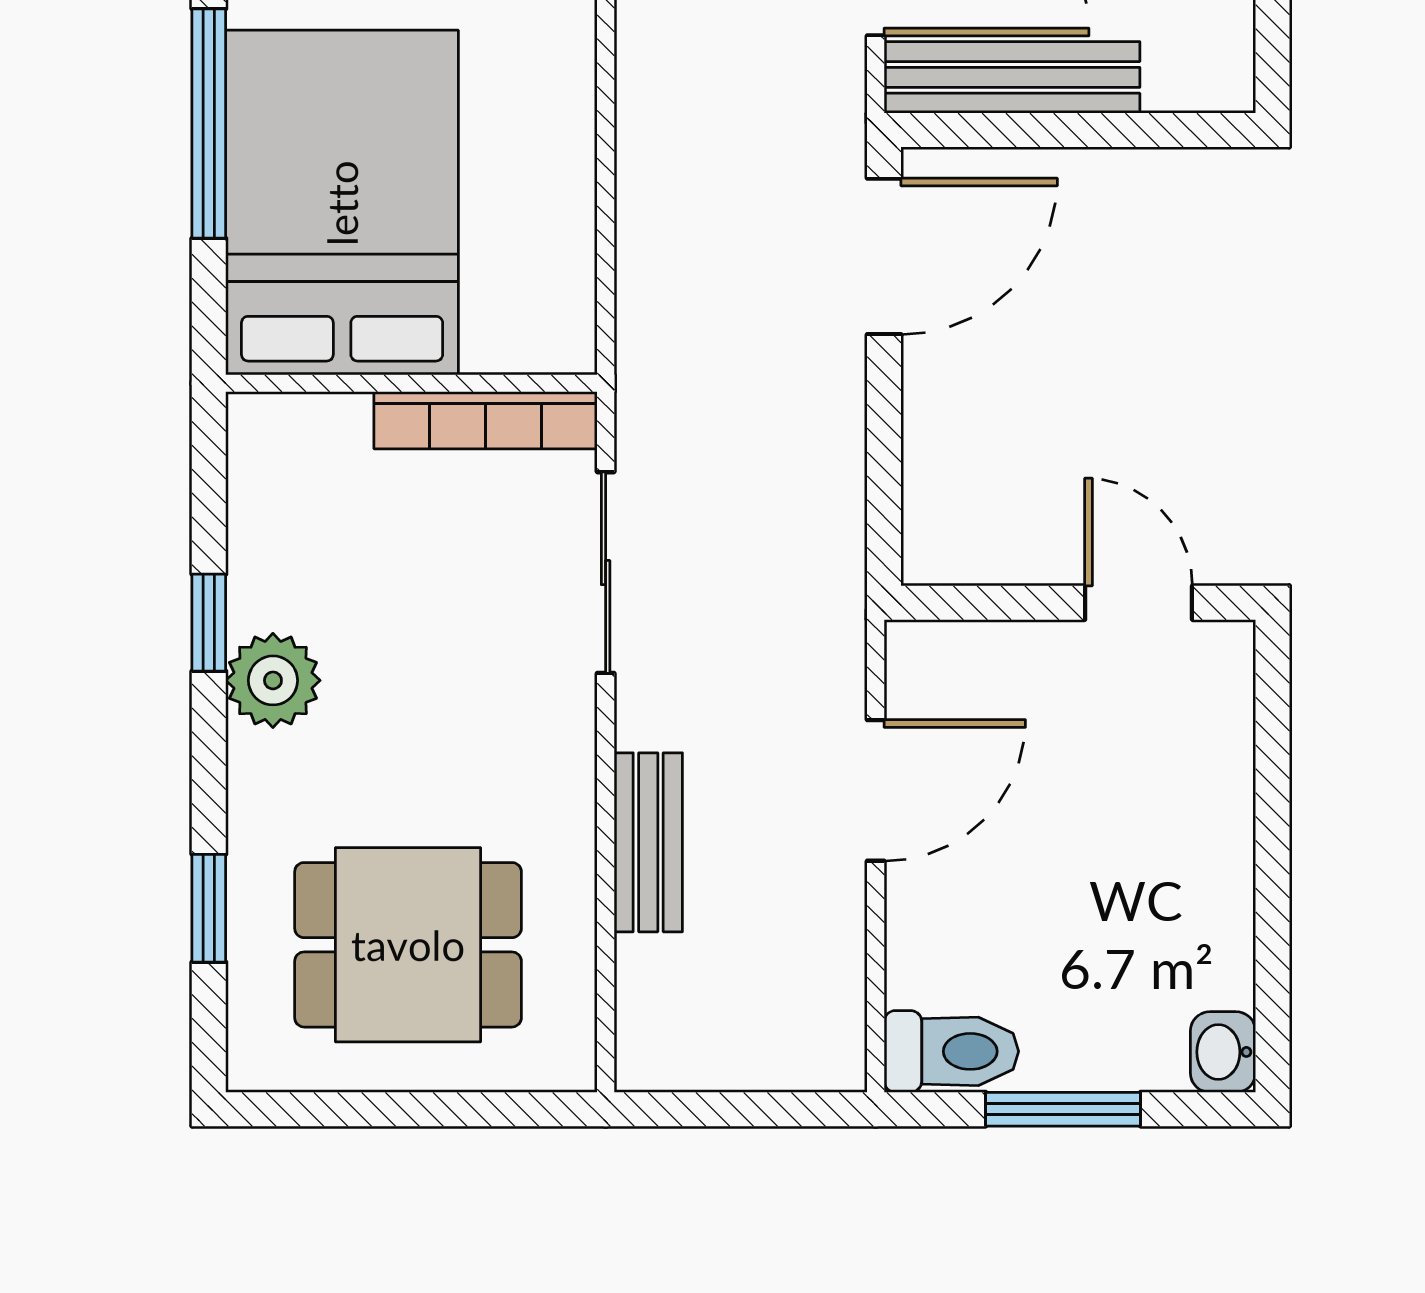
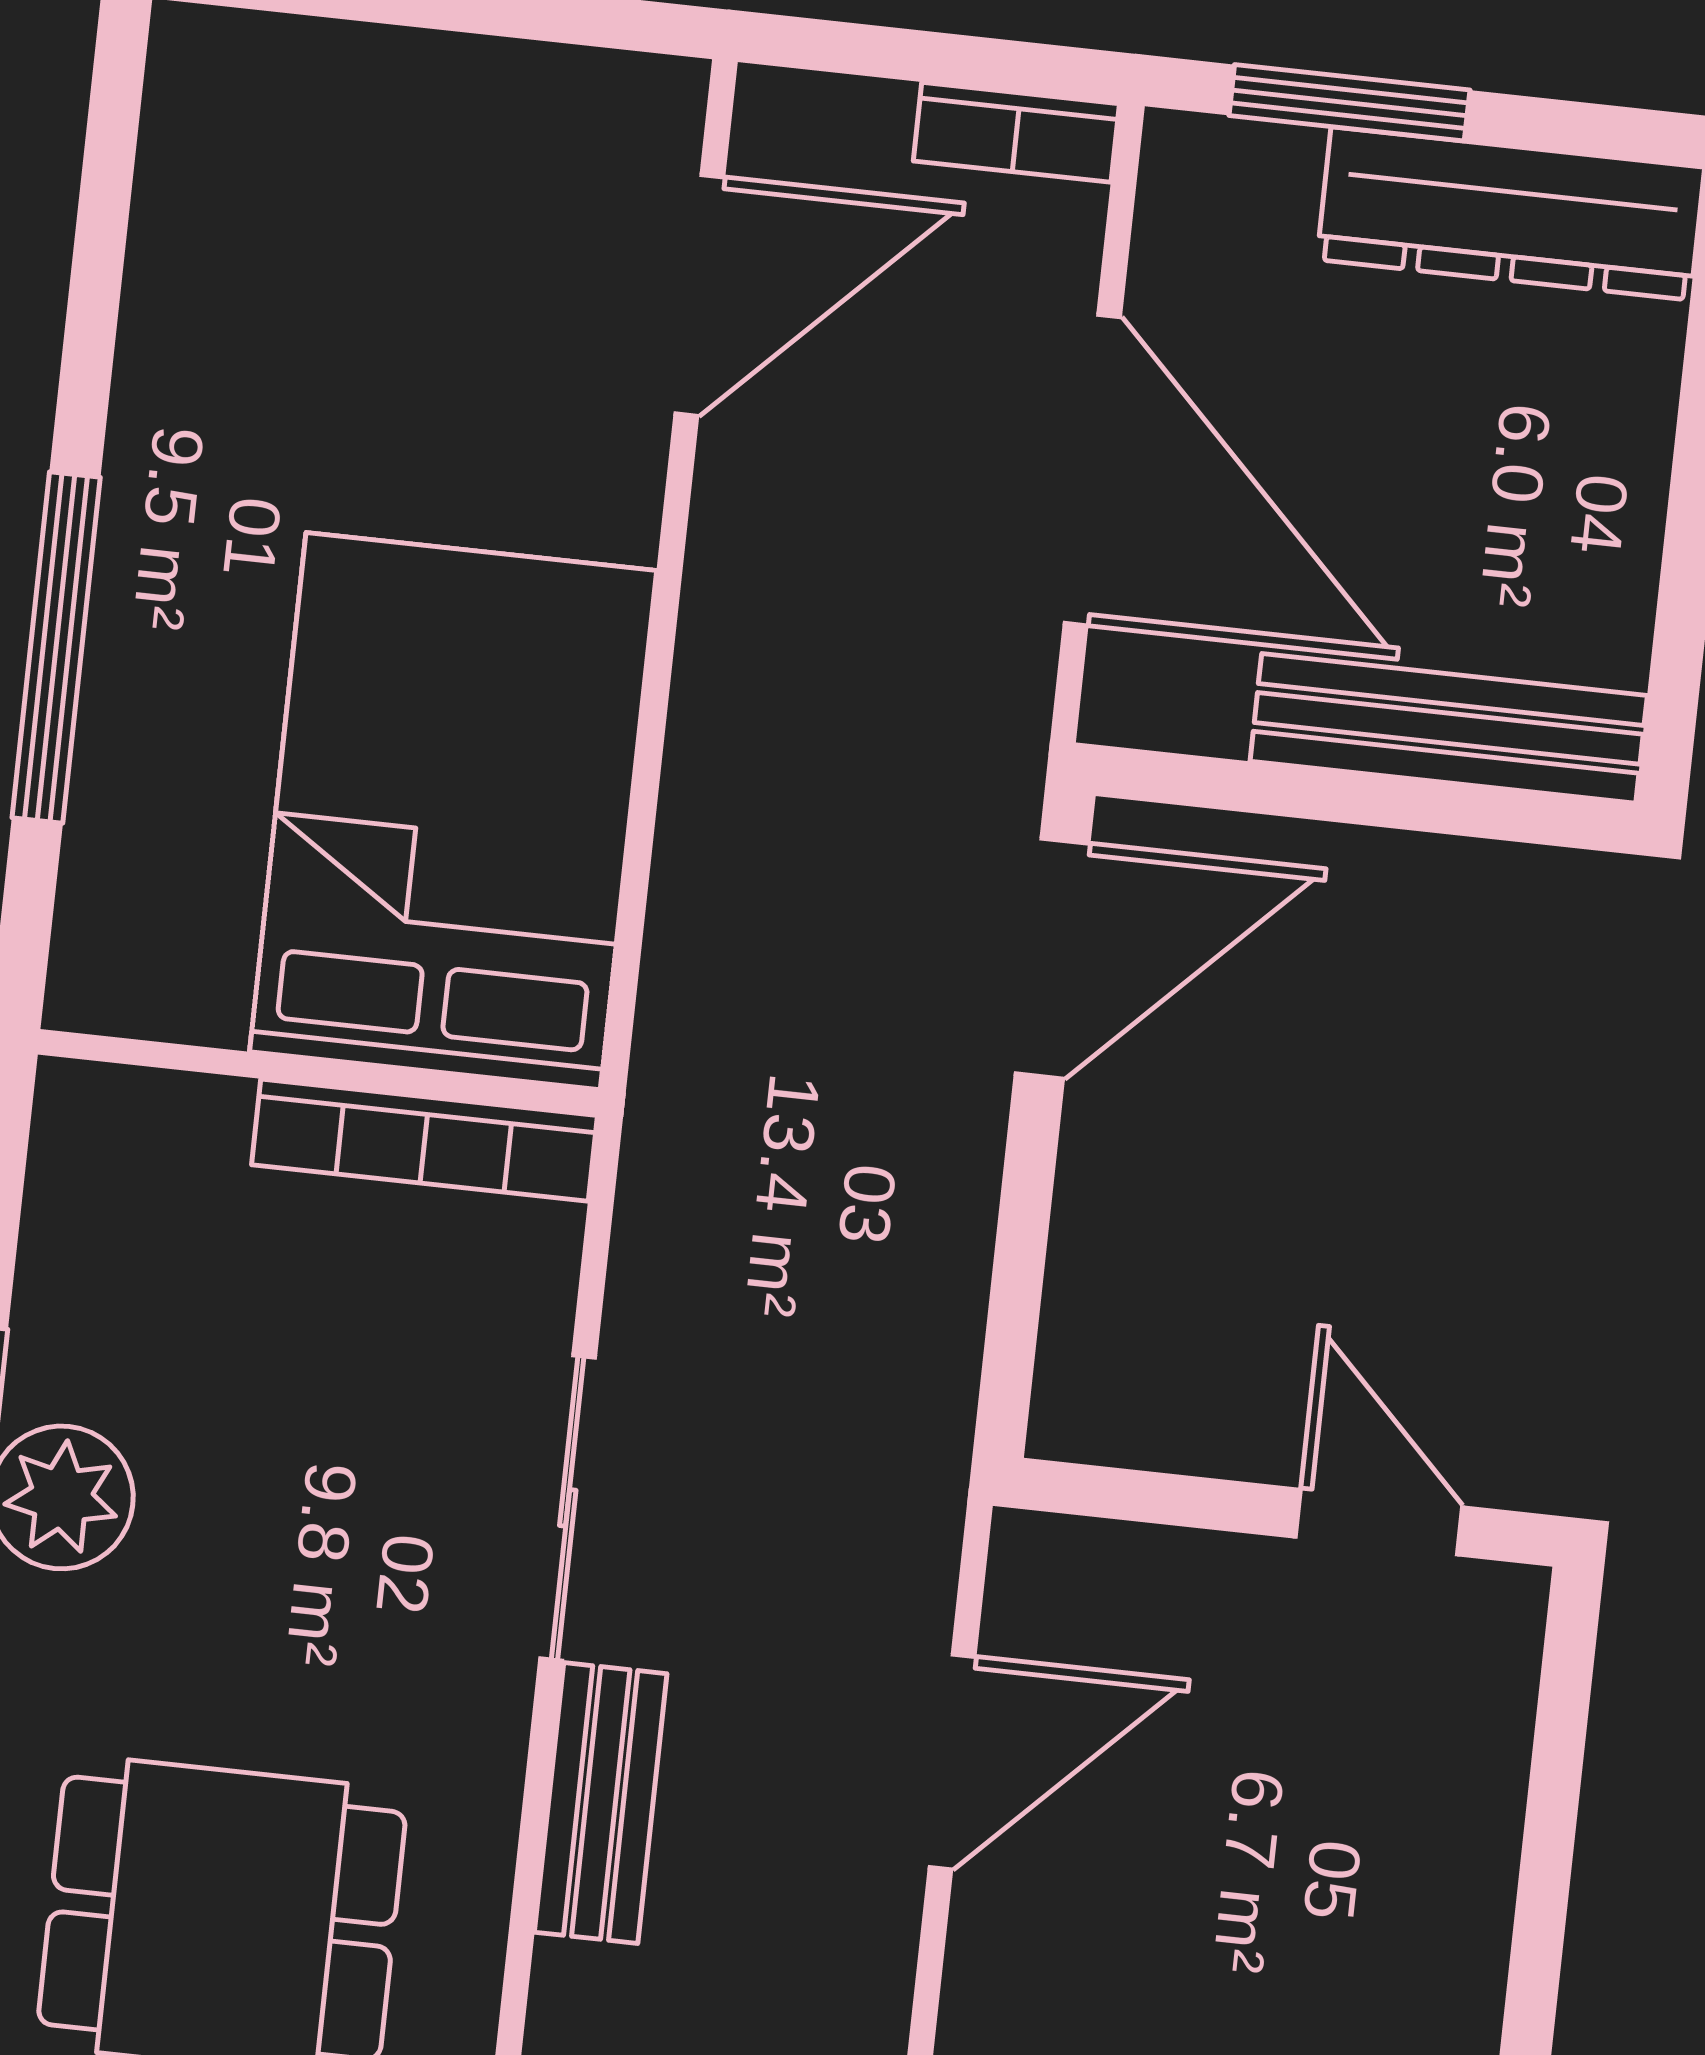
bench: (1012, 77) -> (1449, 728), moved
bed: (342, 203) -> (453, 811), moved
sliding door: (606, 573) -> (568, 1508), moved

